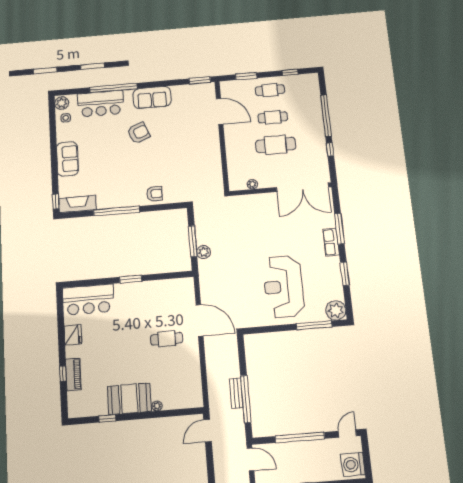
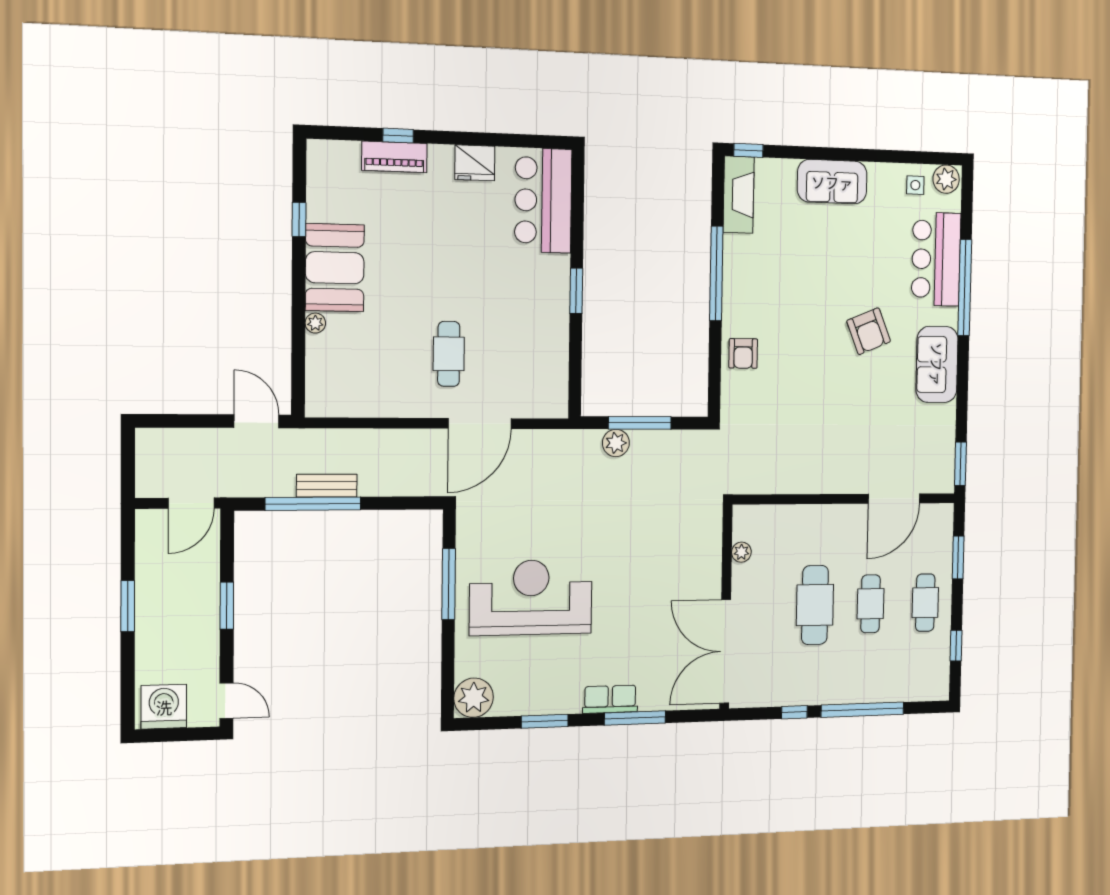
window: (314, 325) -> (449, 584), moved
window: (300, 437) -> (227, 606), width x0.47

